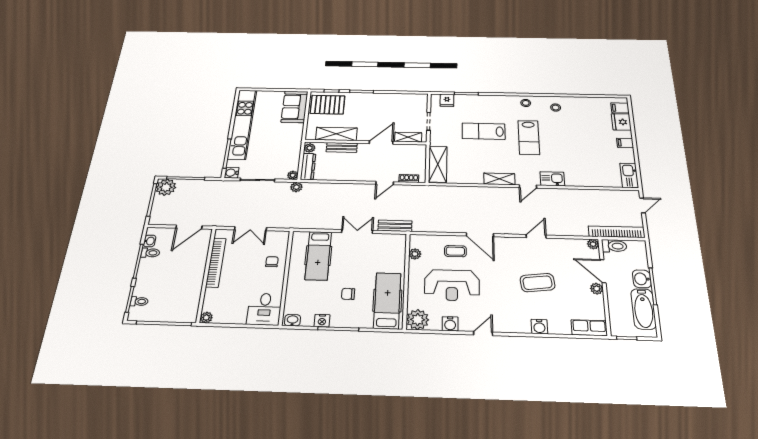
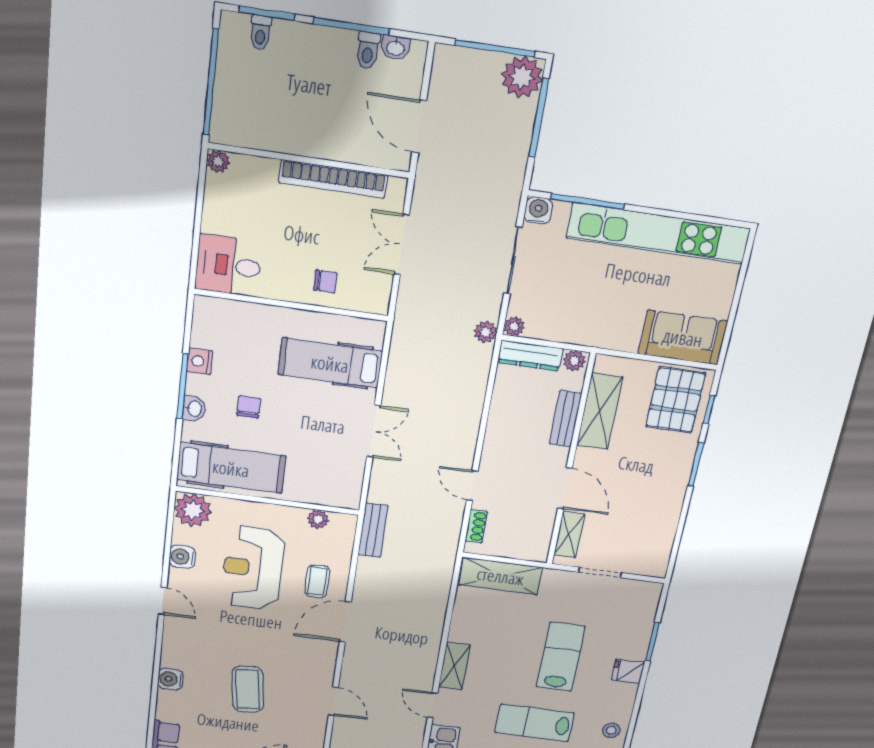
fridge: (447, 100) -> (628, 671), moved
bench: (395, 226) -> (373, 530), moved
washbasin: (292, 320) -> (194, 409), moved

